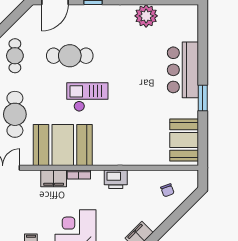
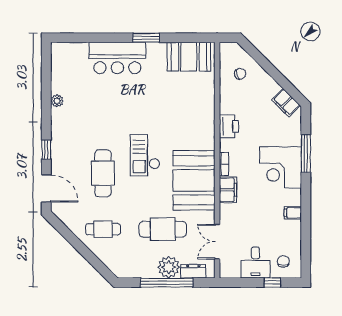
plant: (146, 16) -> (57, 101), width x0.53, depth x0.53

